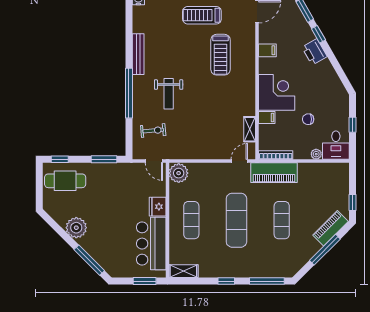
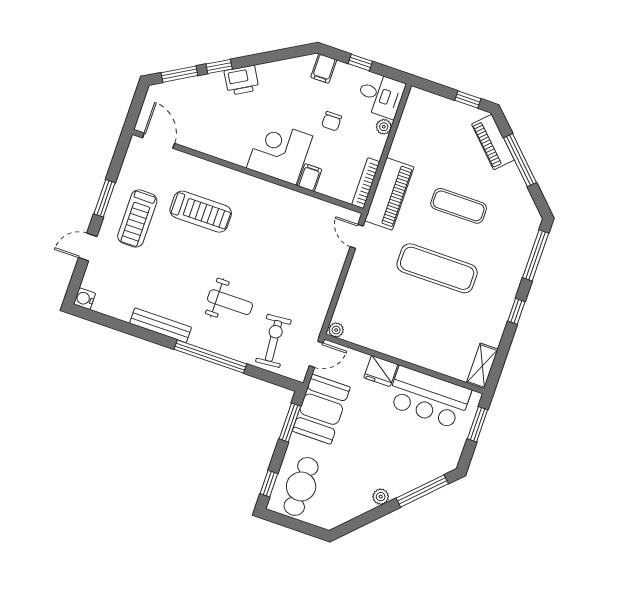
filing cabinet: (267, 50) -> (324, 69), moved, turned 180
shelving: (250, 129) -> (318, 207), removed
exercise bike: (153, 130) -> (273, 341), width x1.38, depth x1.39
plant: (179, 173) -> (336, 330), width x0.53, depth x0.53
booth: (120, 177) -> (321, 409), added
exercise mat: (191, 220) -> (416, 331), removed
plant: (76, 228) -> (381, 497), width x0.53, depth x0.53

